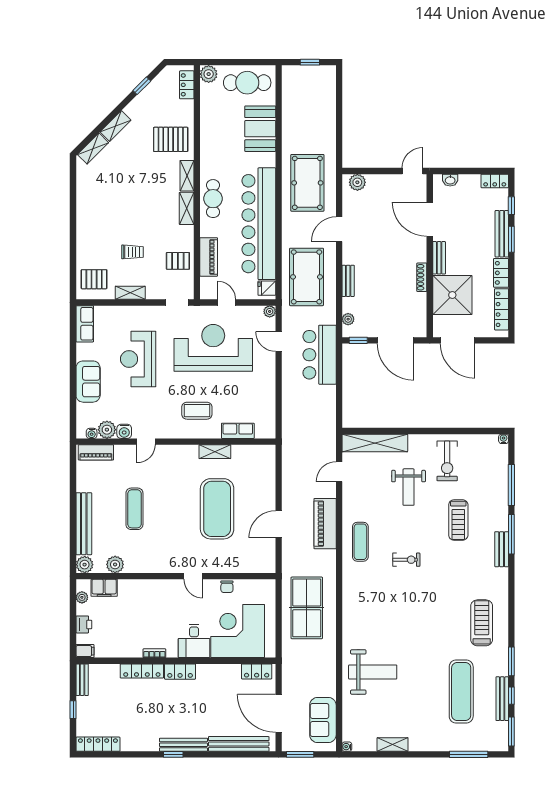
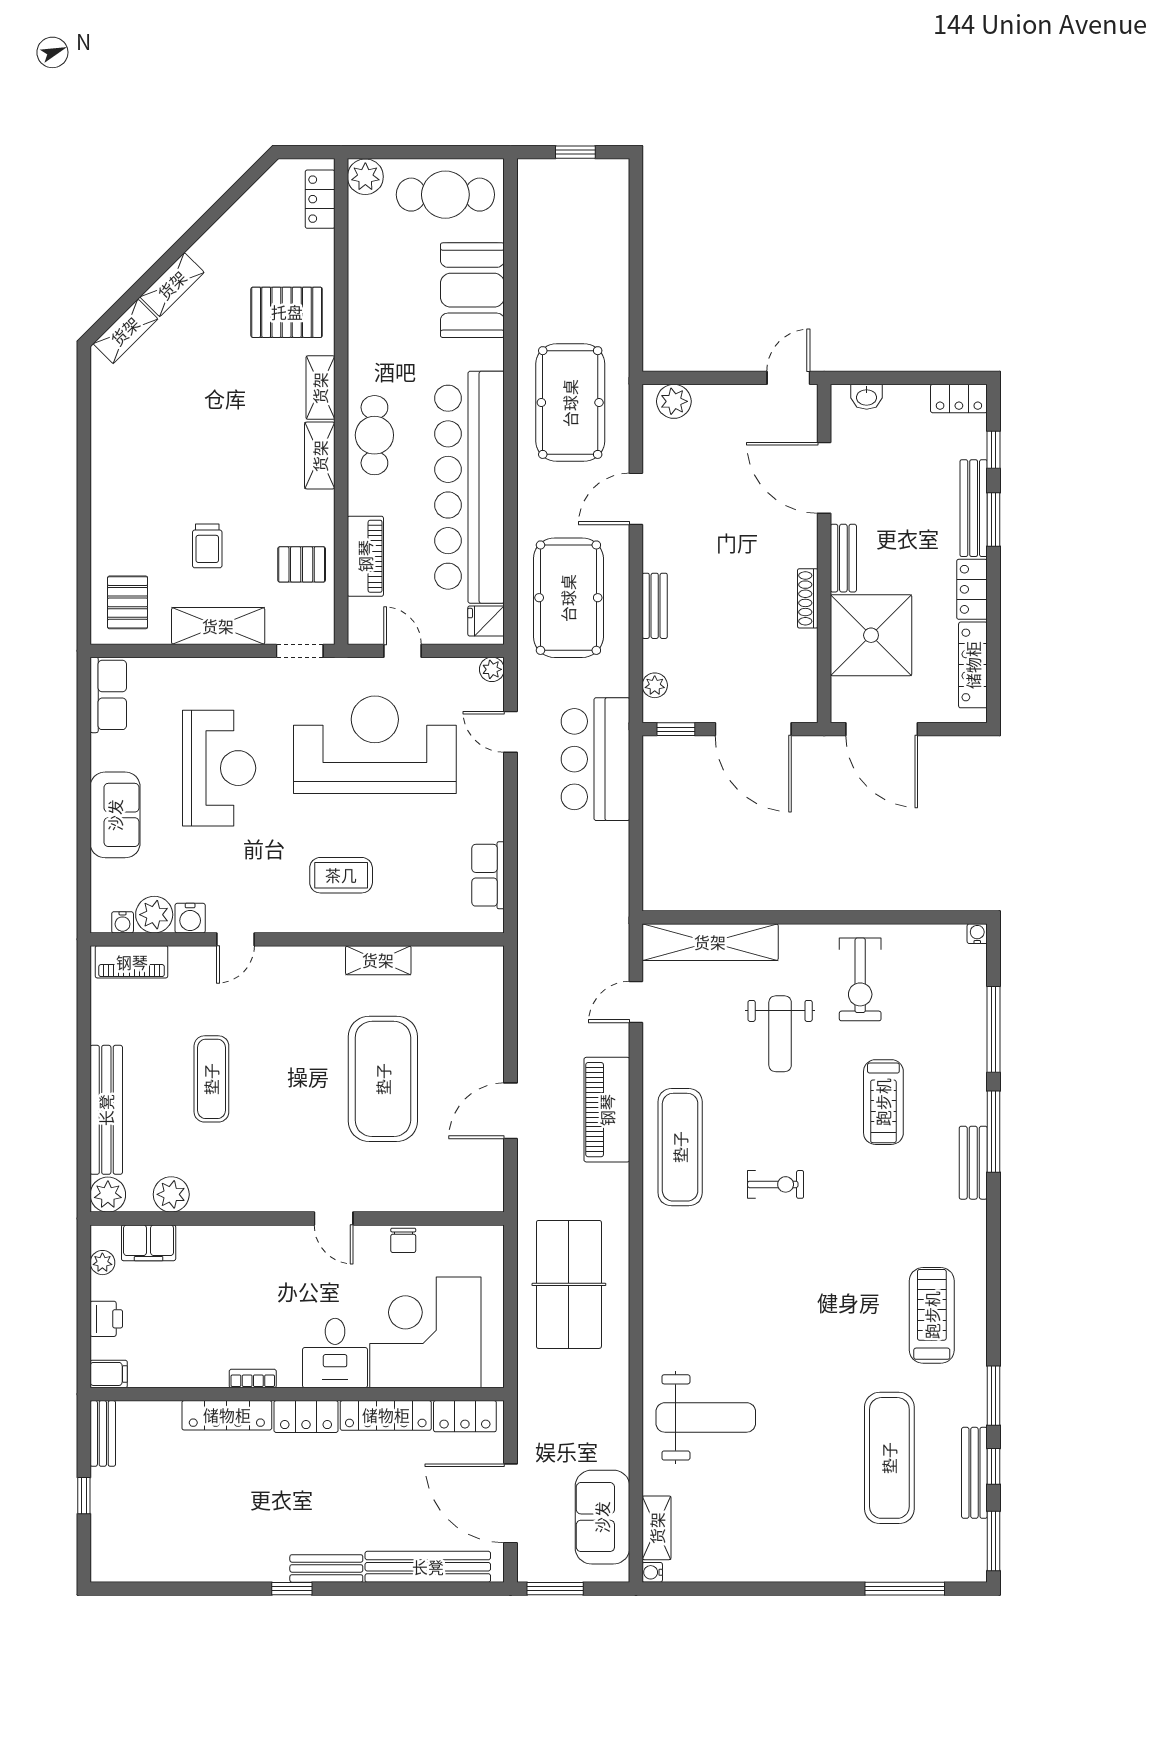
window: (142, 86) -> (227, 201), removed
trolley: (132, 252) -> (207, 546), turned 90
pallet: (94, 279) -> (128, 602), turned 90
shelving: (130, 293) -> (218, 626), width x1.50, depth x1.33
reception desk: (138, 359) -> (219, 768), turned 180
row of seats: (238, 431) -> (488, 875), moved, turned -90
exercise mat: (360, 542) -> (680, 1147), width x1.36, depth x1.45
locker: (98, 744) -> (386, 1415), moved, turned 180
bench: (183, 745) -> (326, 1568), width x0.73
shelving: (393, 745) -> (657, 1528), moved, turned 90

